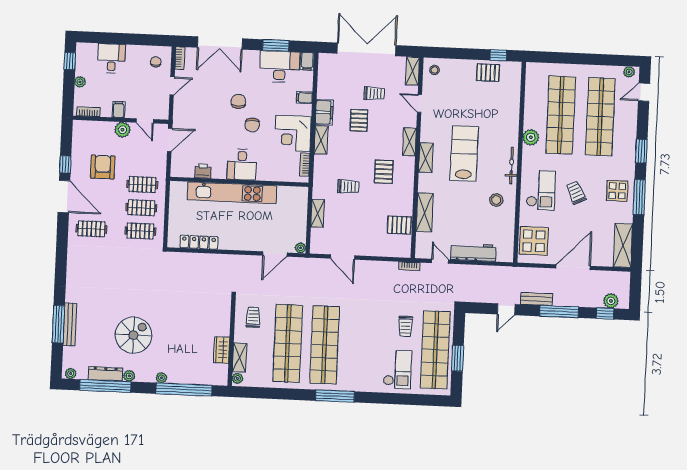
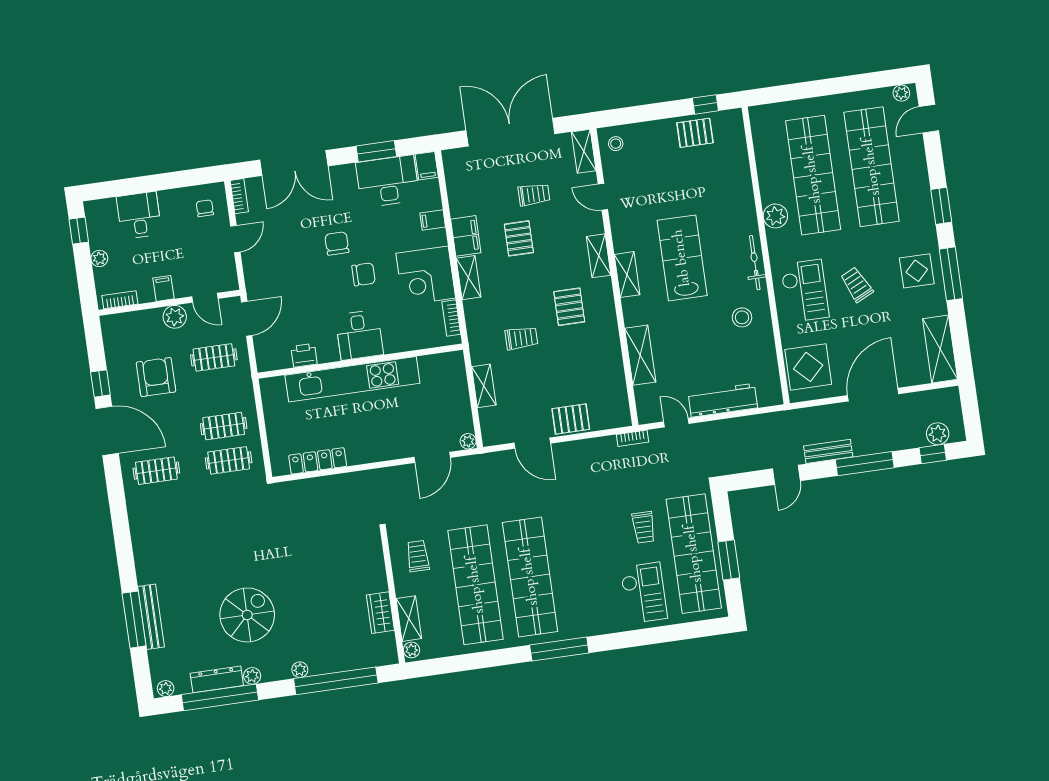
chair: (252, 125) -> (364, 274), turned -90
clothes rail: (142, 185) -> (214, 357), moved
pallet: (399, 225) -> (571, 419), moved

